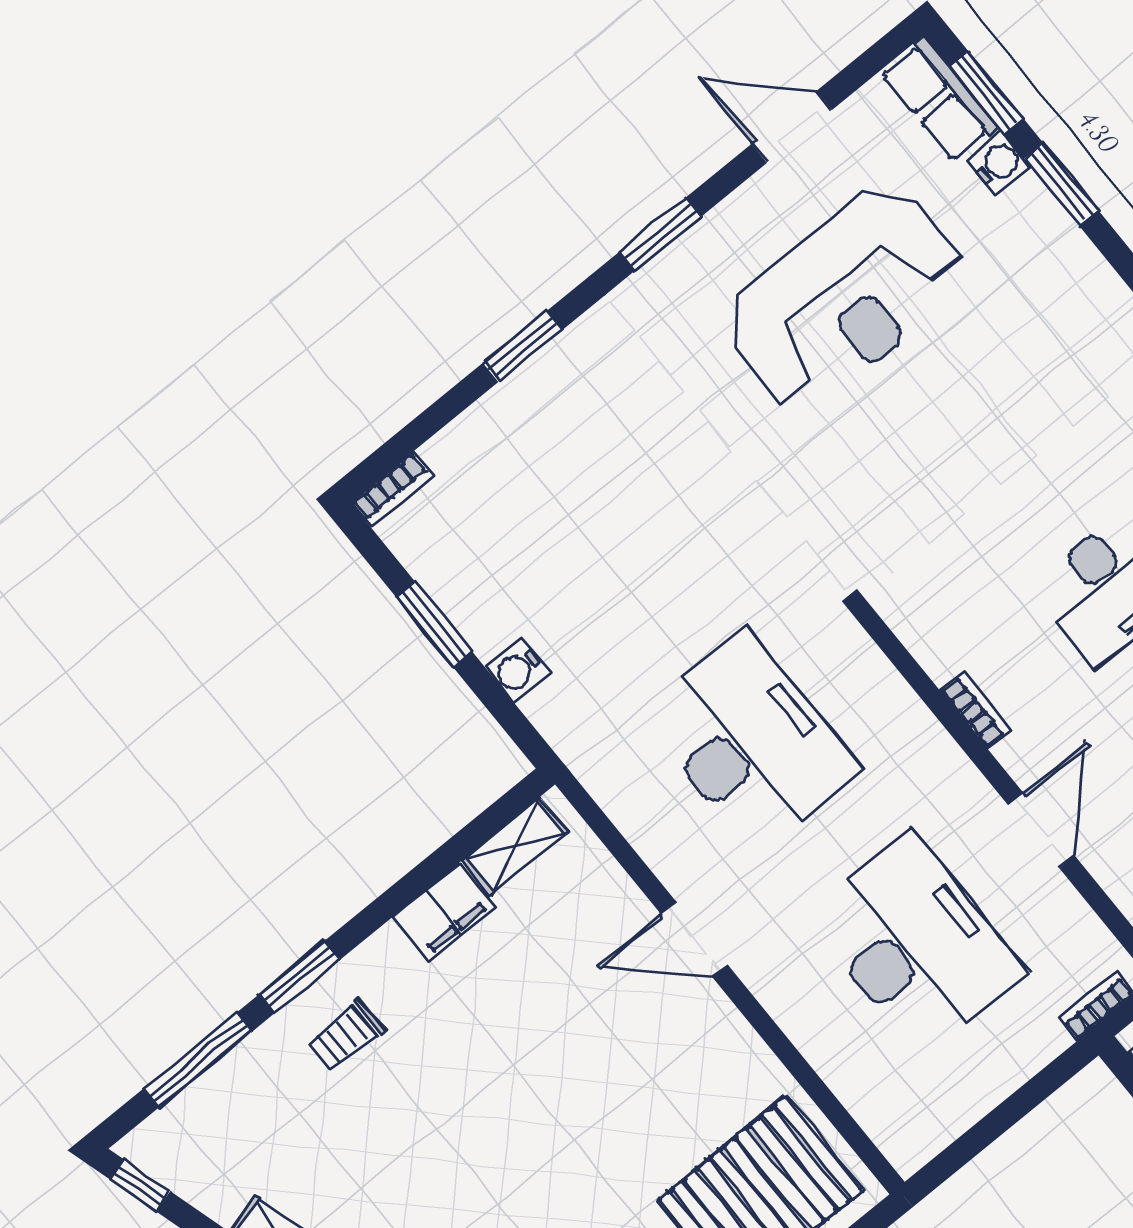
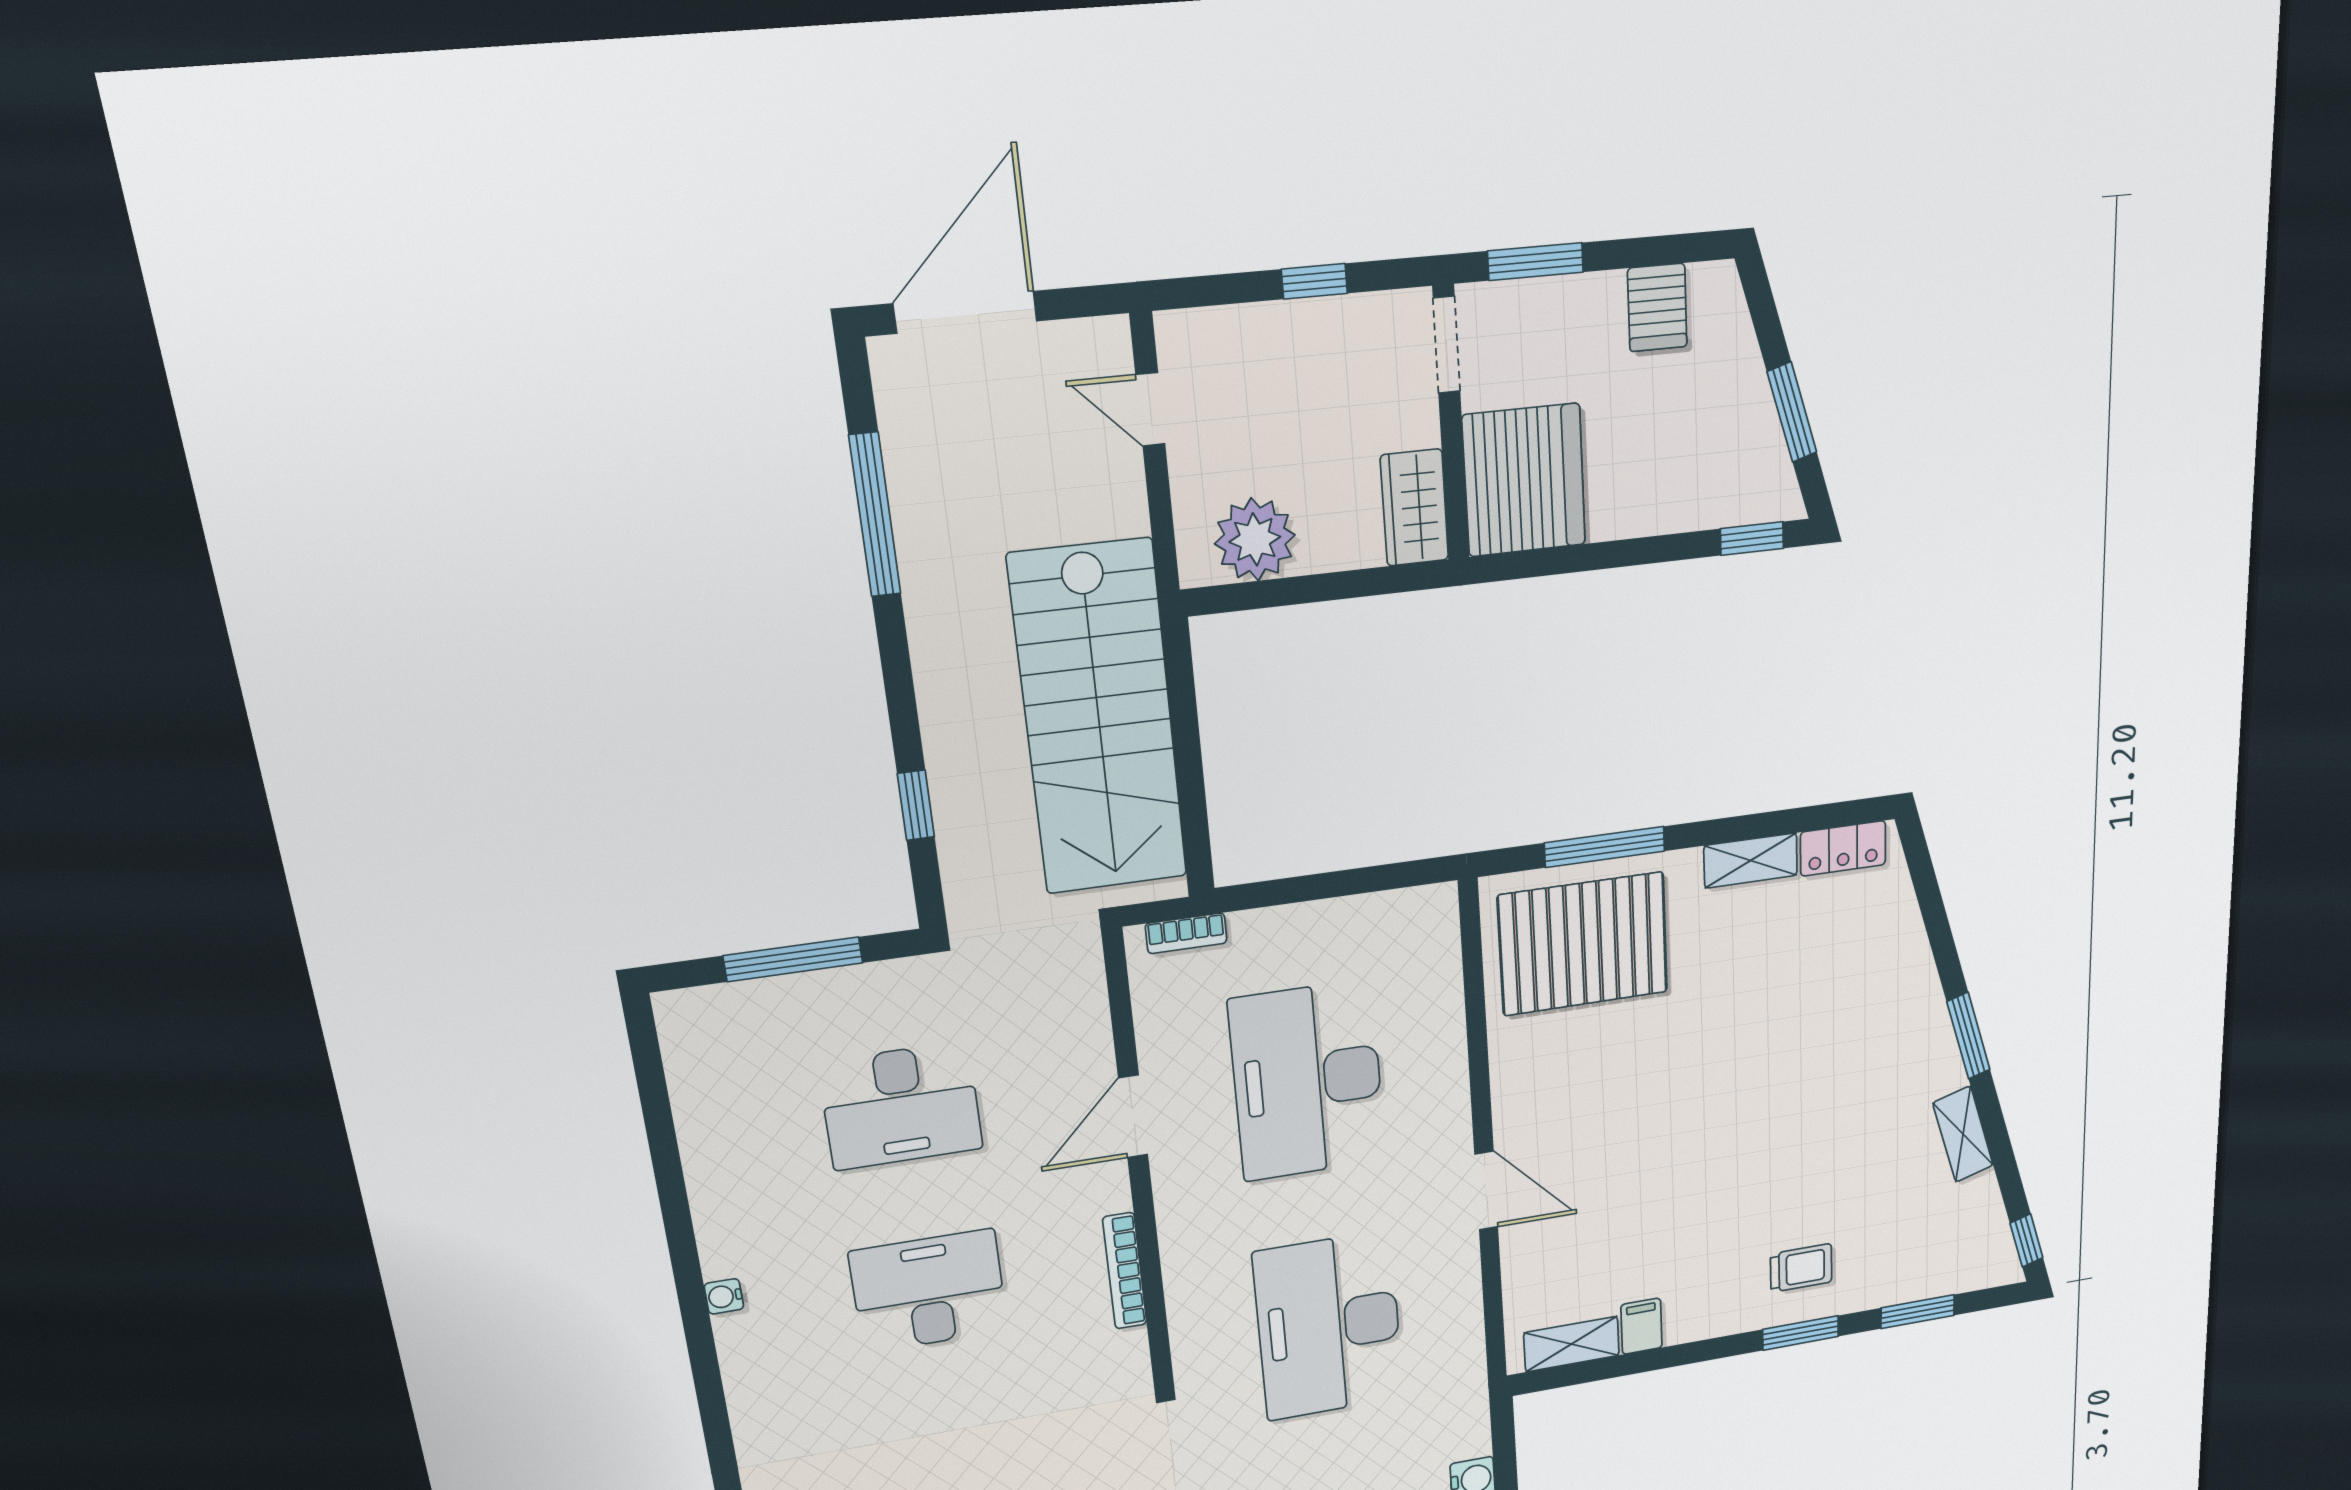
bookcase: (975, 710) -> (1125, 1271), width x1.56
filing cabinet: (444, 912) -> (1641, 1326), width x0.50
window: (197, 1060) -> (1918, 1312), width x0.69

